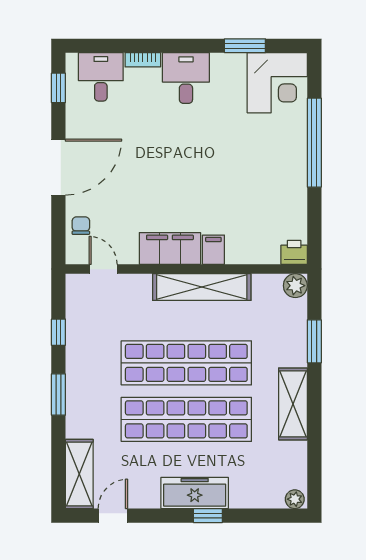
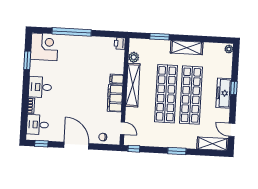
door: (103, 269) -> (122, 128), swing flipped
plant: (295, 286) -> (134, 57), moved
window: (58, 332) -> (134, 149), moved

